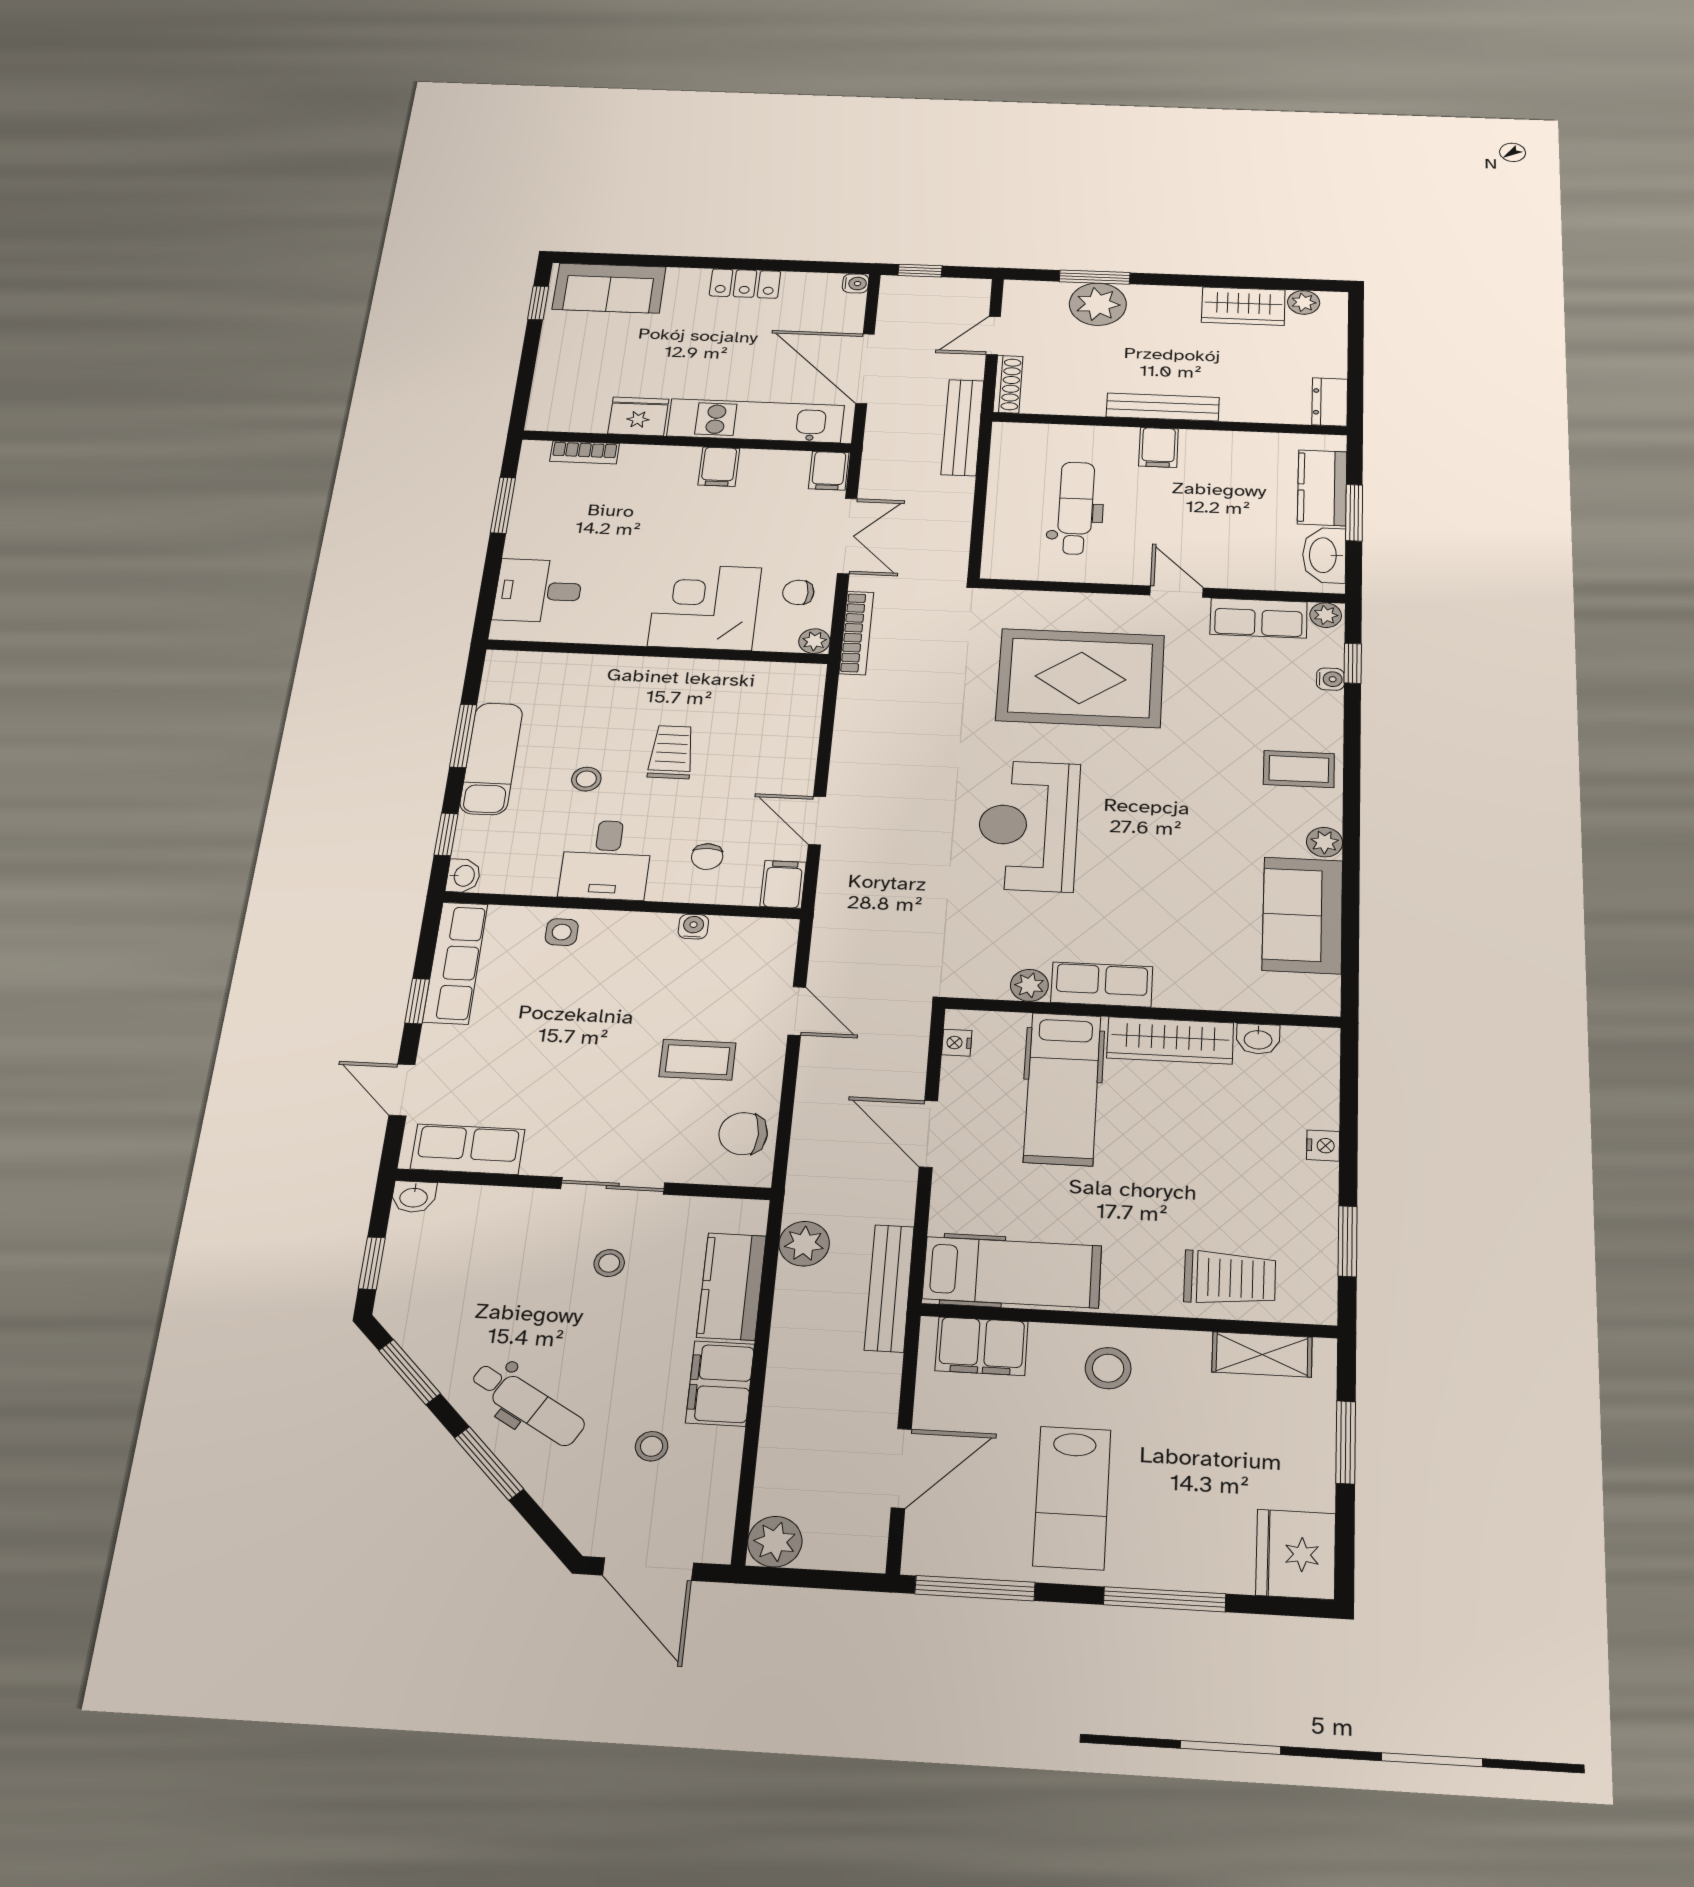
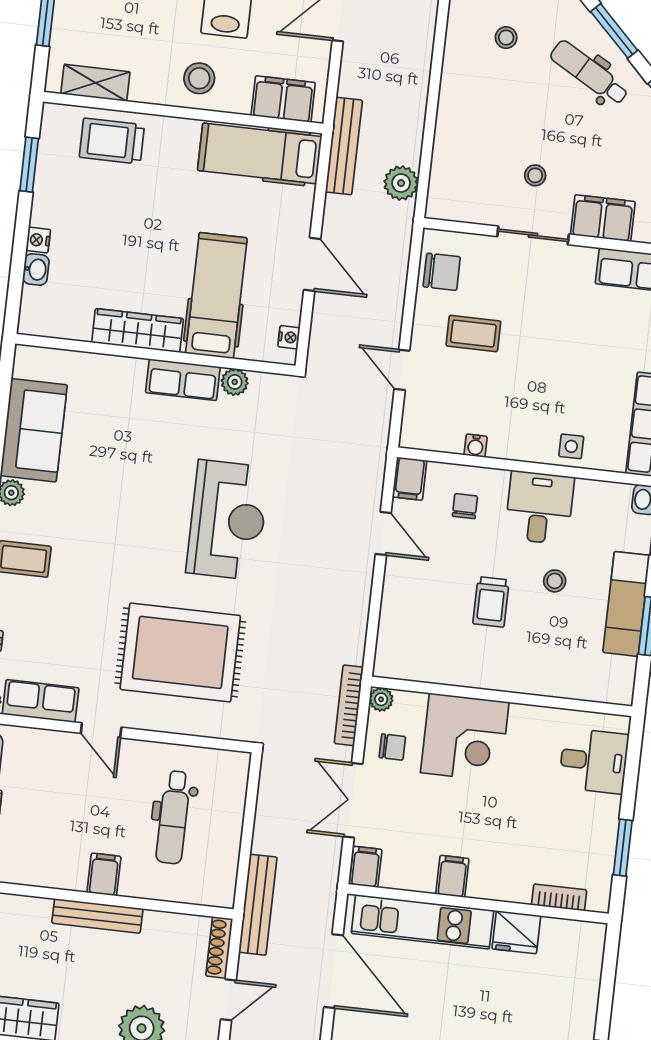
washbasin: (1258, 1039) -> (36, 269), moved, turned 90
kitchen counter: (731, 1286) -> (451, 153), removed
filing cabinet: (720, 1383) -> (603, 218), moved, turned -90

